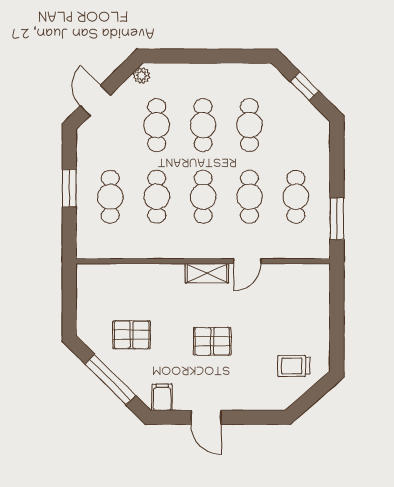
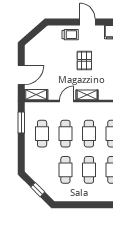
shelving: (307, 274) -> (36, 95), added
door: (337, 313) -> (21, 75), added
pallet: (212, 341) -> (84, 60), turned 90
trolley: (294, 366) -> (70, 35), moved

